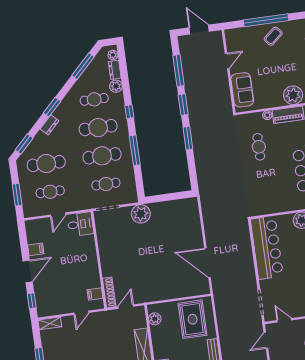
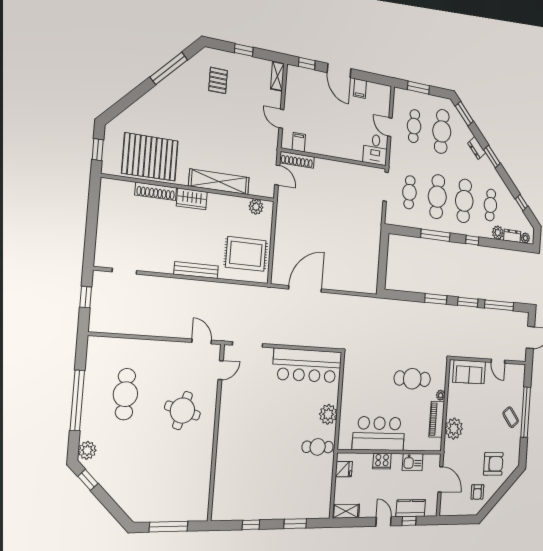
window: (83, 66) -> (521, 203), width x0.46
cafe table: (259, 147) -> (412, 379), width x1.37, depth x1.35
plant: (141, 214) -> (372, 223), removed

